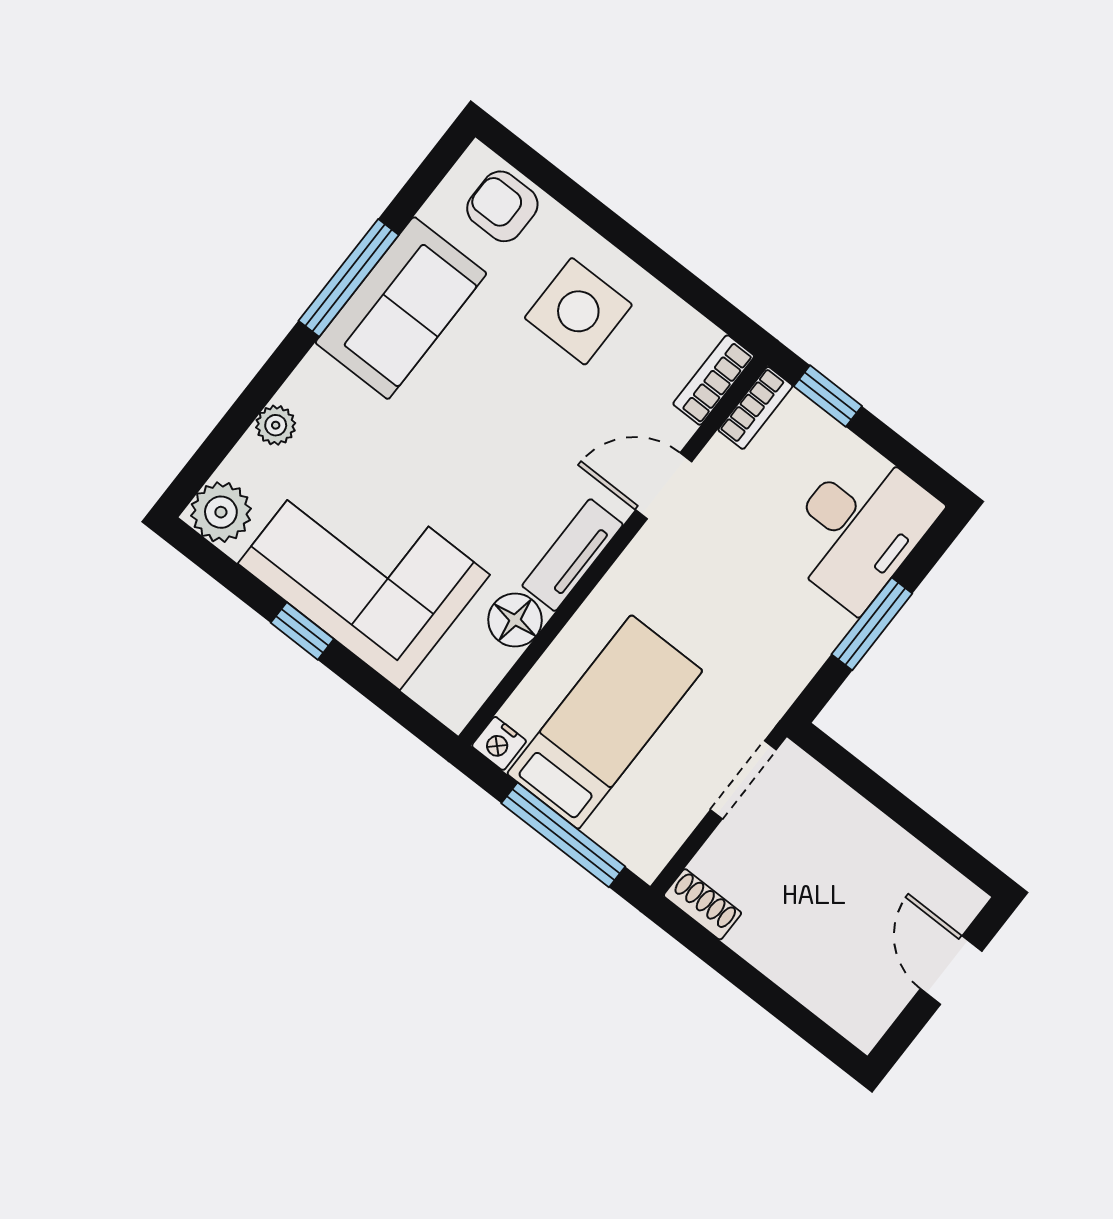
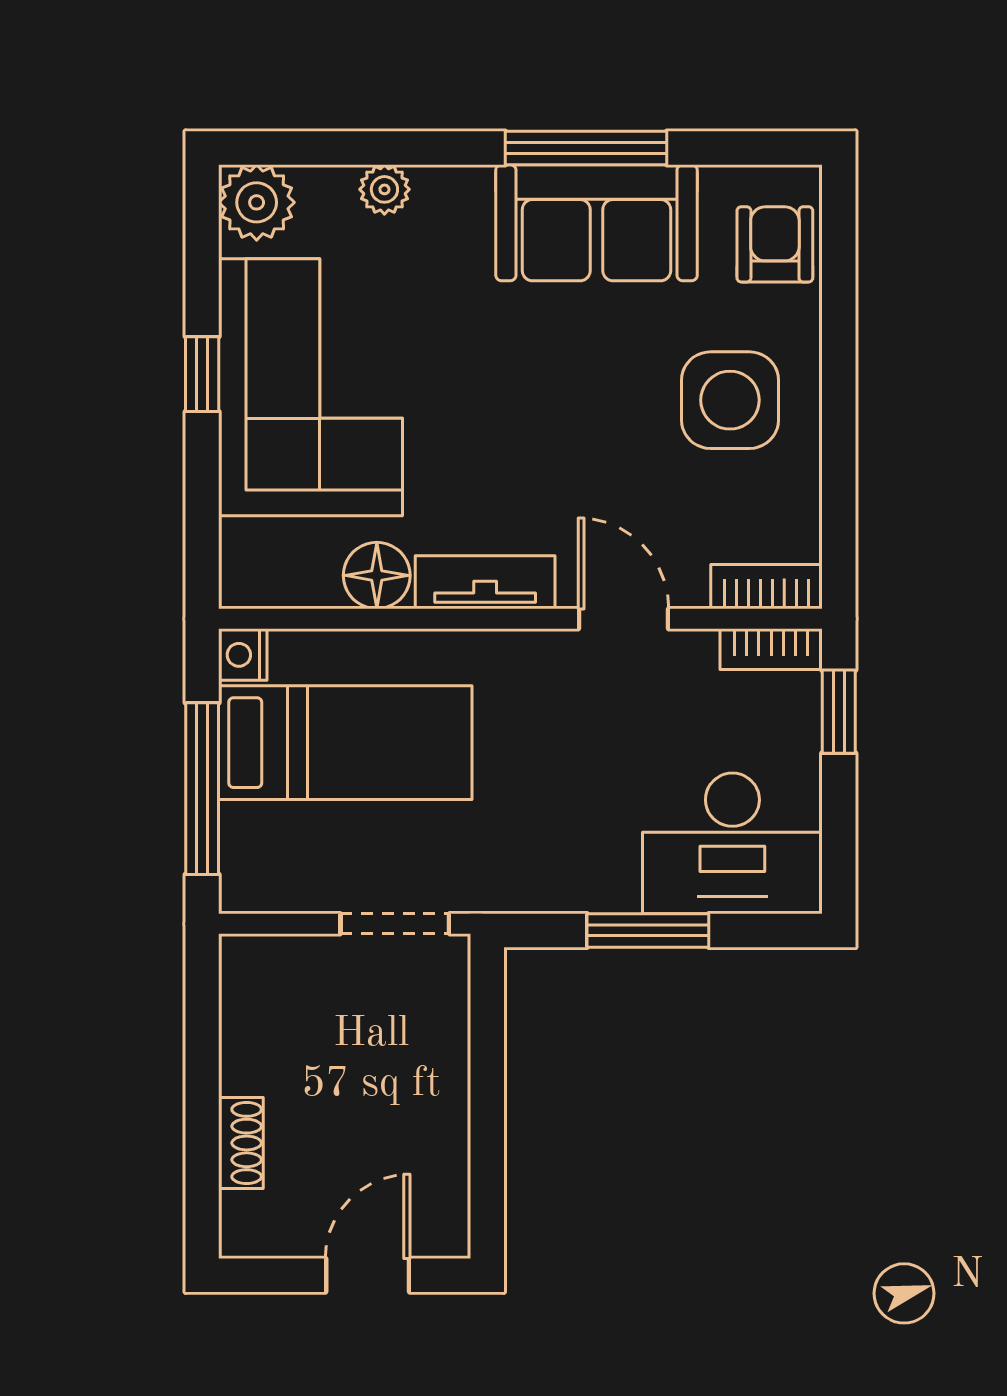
shoe rack: (702, 904) -> (241, 1143), moved

